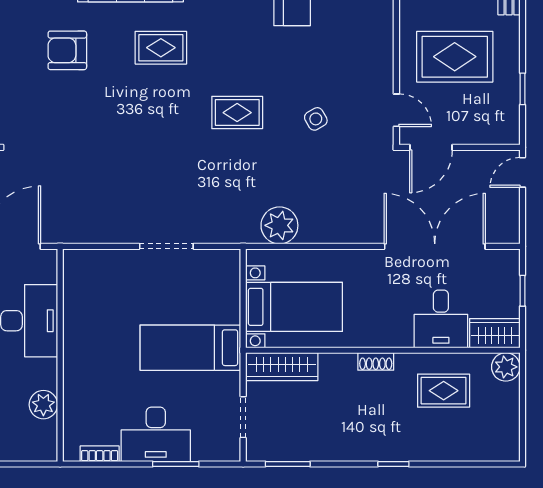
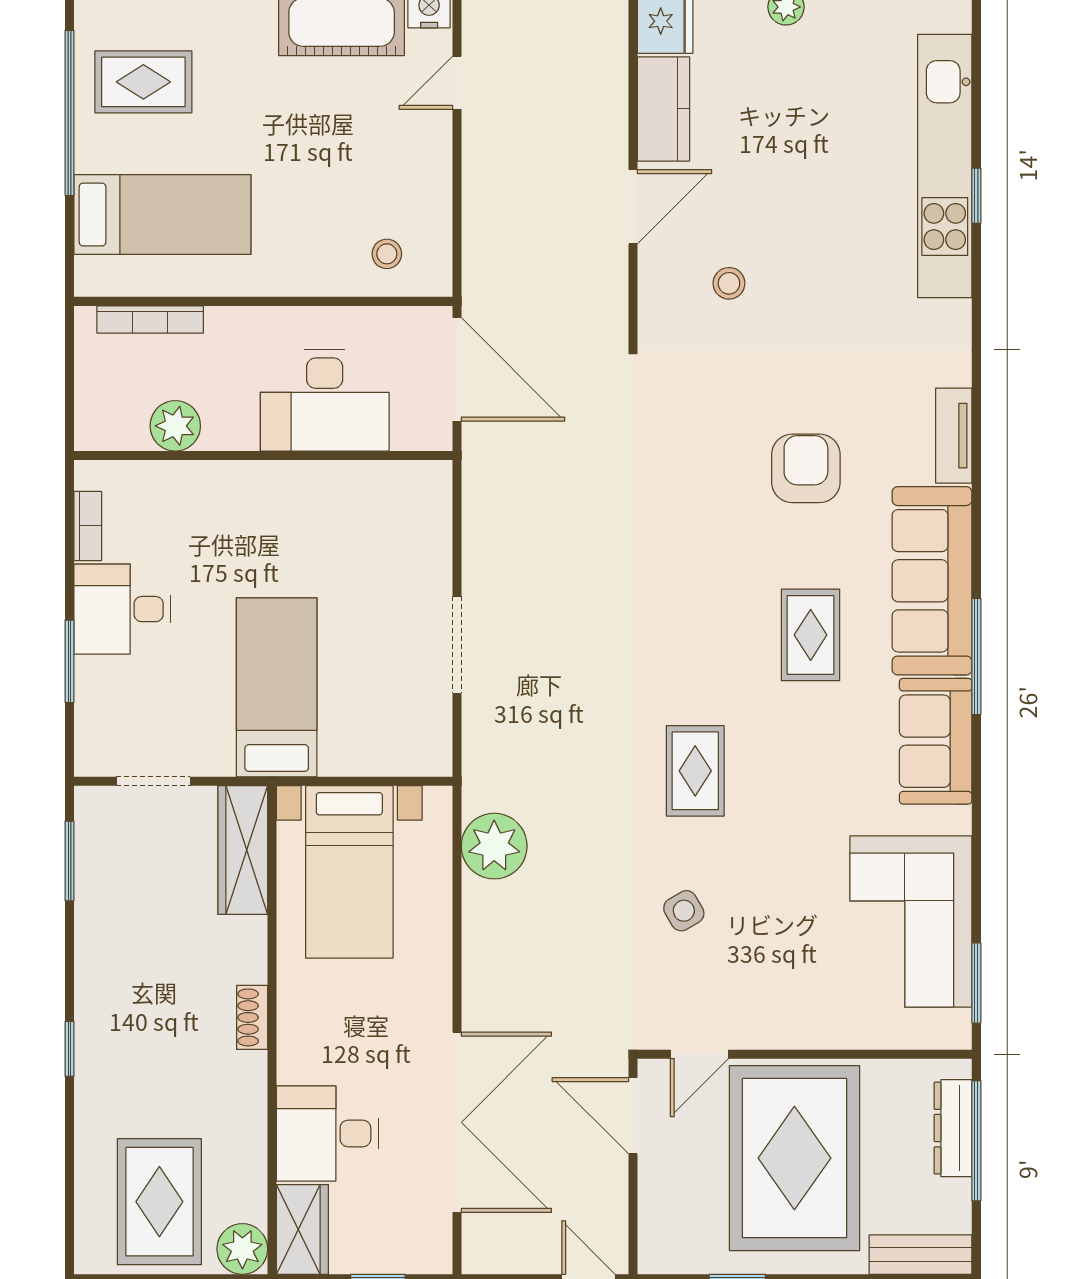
rug: (455, 57) -> (794, 1158), width x1.37, depth x1.44
rug: (444, 391) -> (159, 1202), moved, width x1.36, depth x1.43
desk: (156, 434) -> (122, 609), width x0.73

